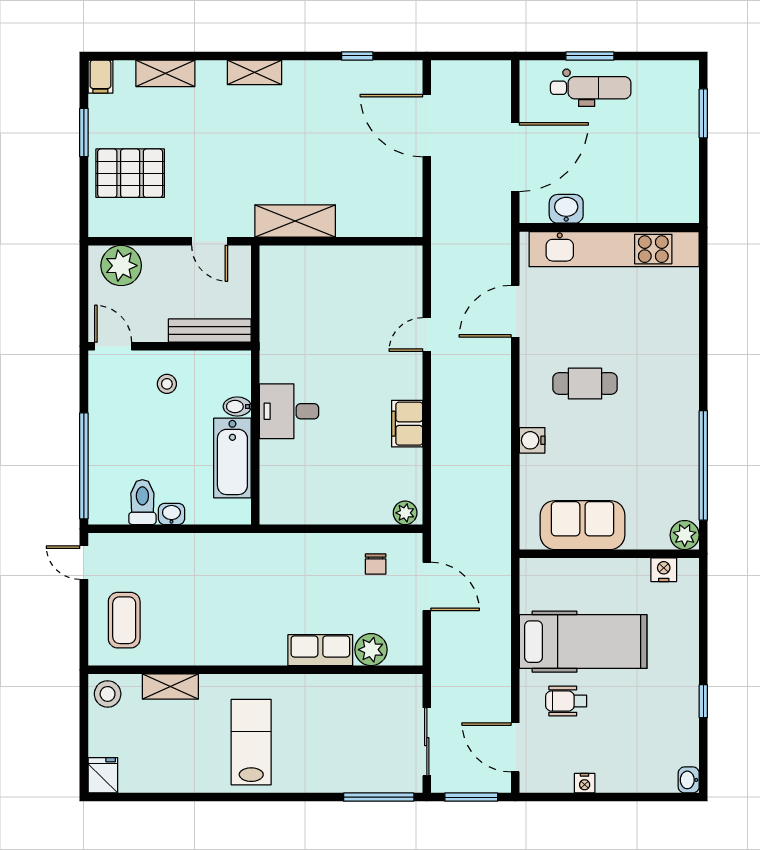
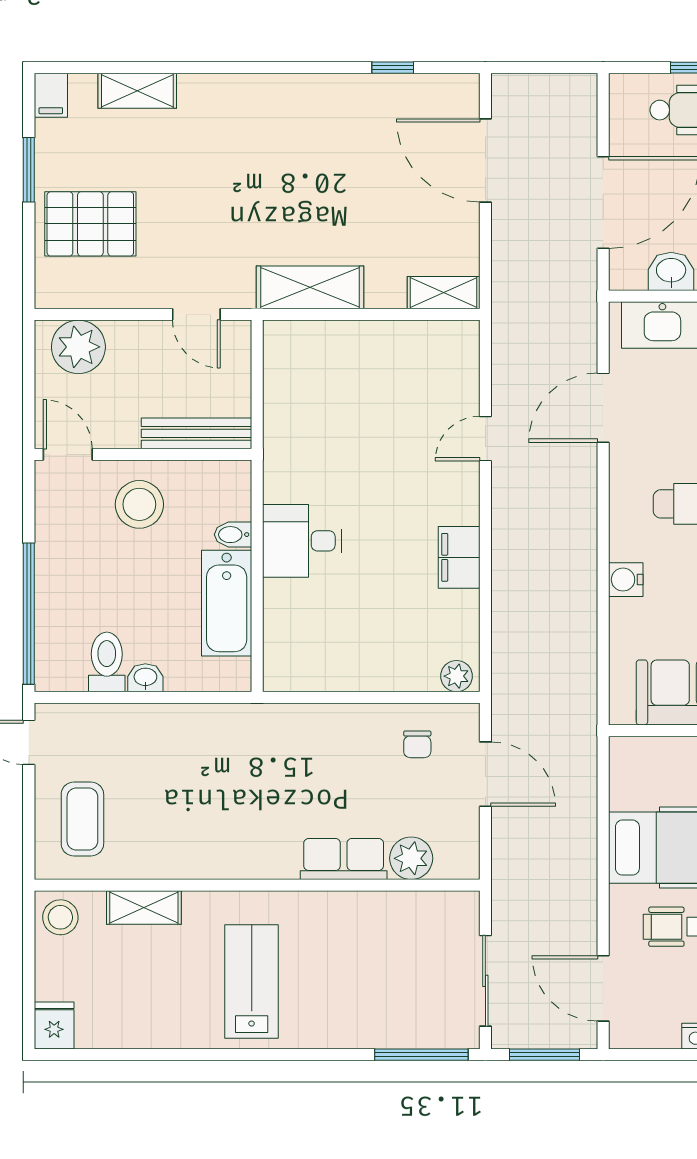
shelving: (254, 72) -> (444, 293), moved
stool: (167, 384) -> (139, 504), width x1.89, depth x1.89

